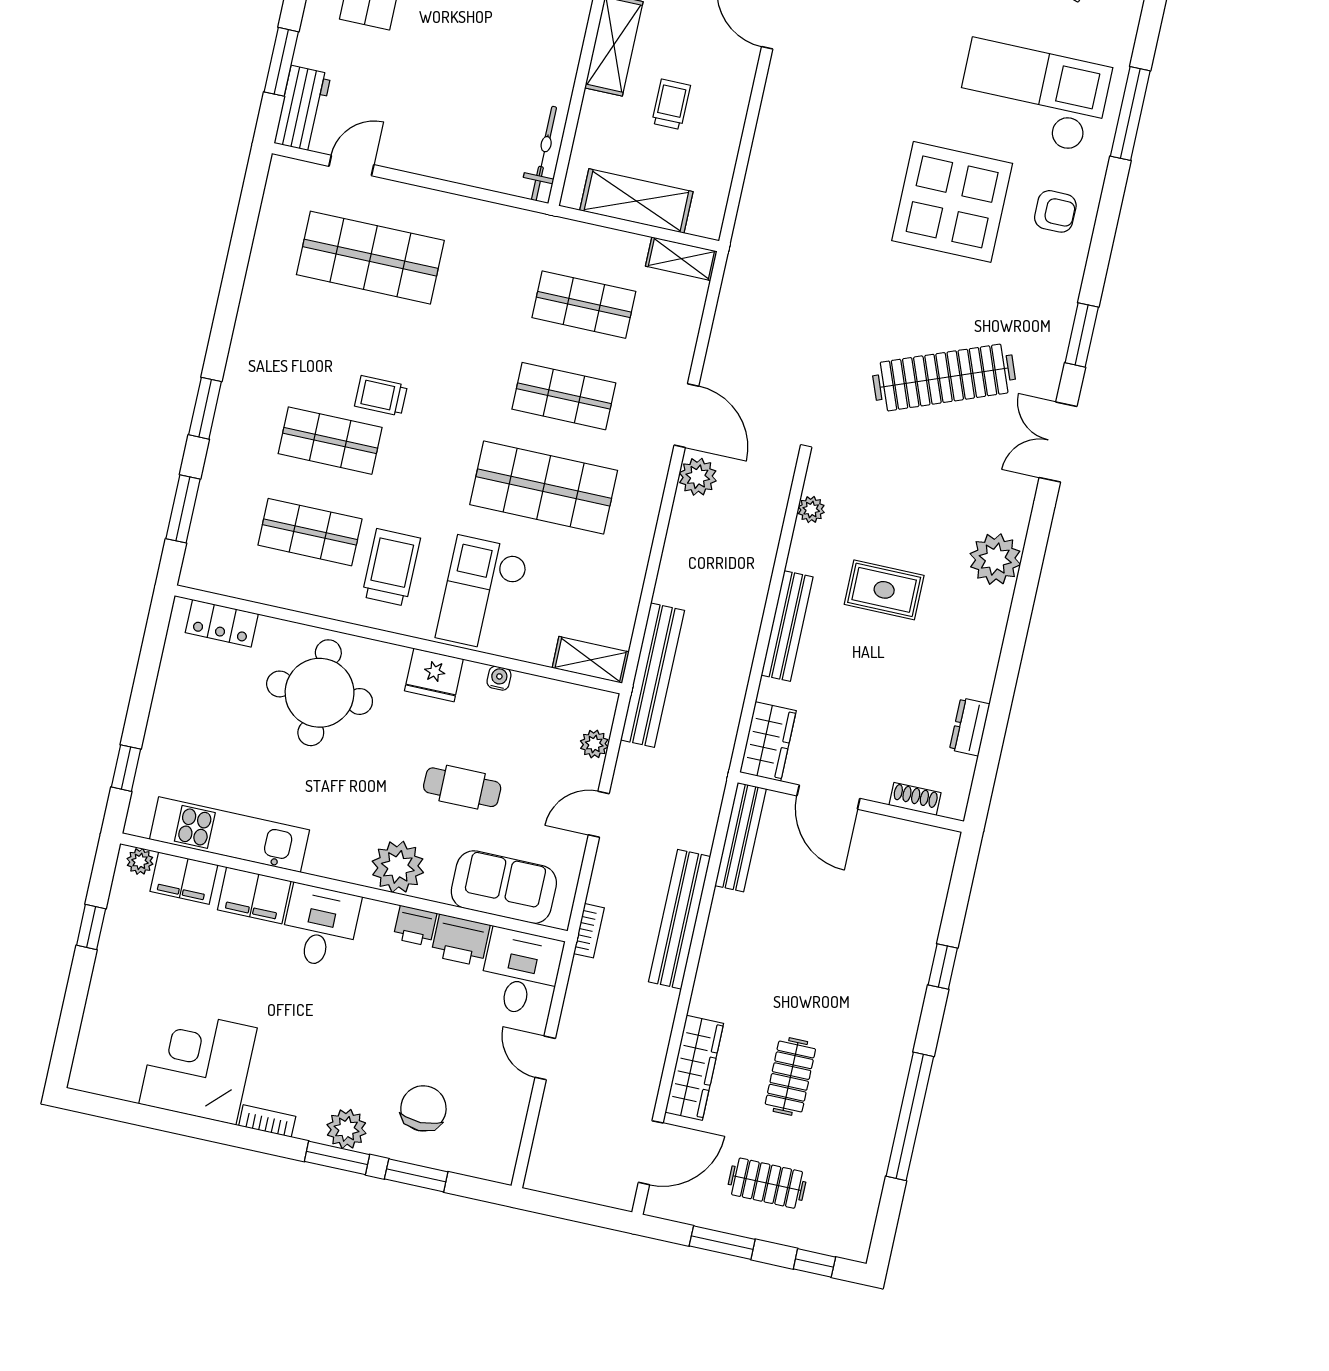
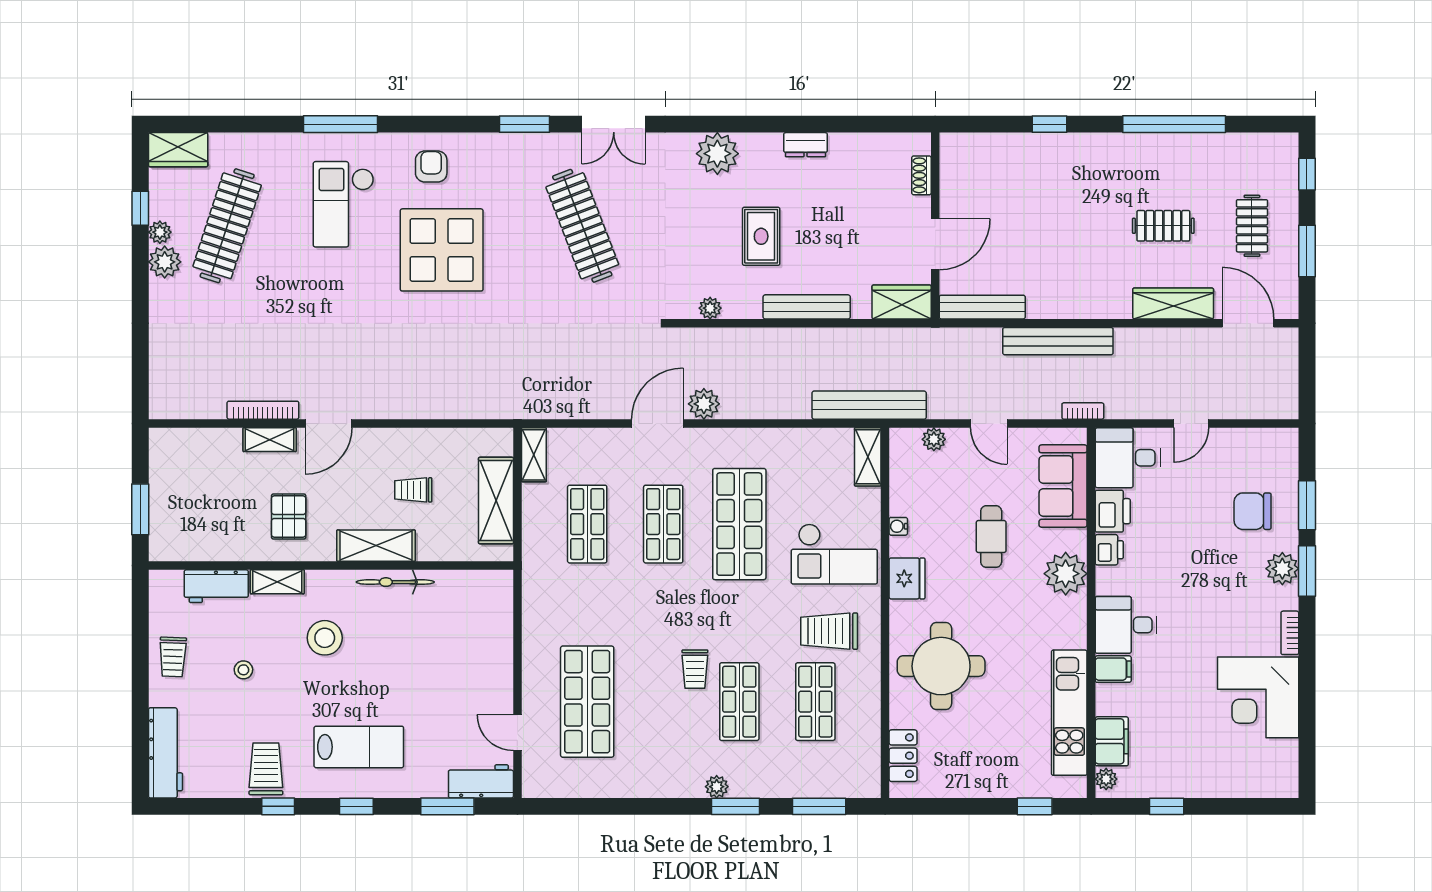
checkout: (1033, 96) -> (344, 204), width x0.73, depth x0.83
bicycle: (544, 153) -> (395, 582), moved
plant: (234, 391) -> (717, 787), added
dresser: (970, 727) -> (806, 145), moved
filing cabinet: (254, 895) -> (1113, 669), width x0.50

